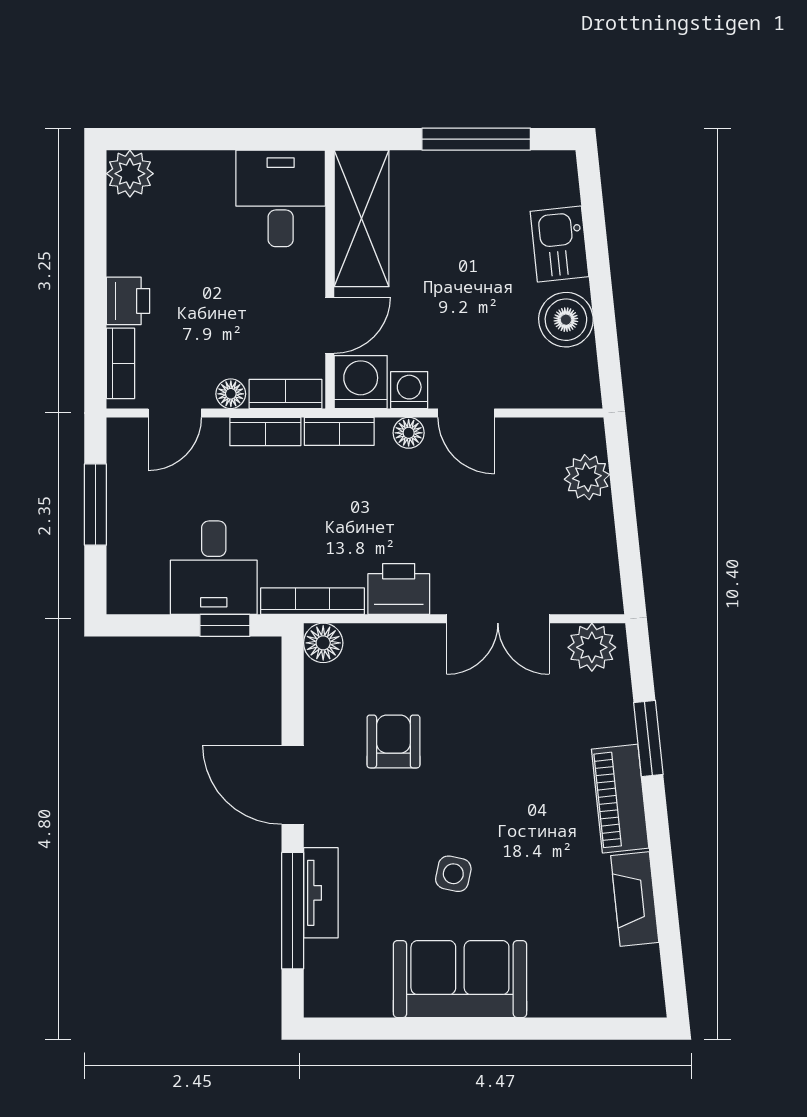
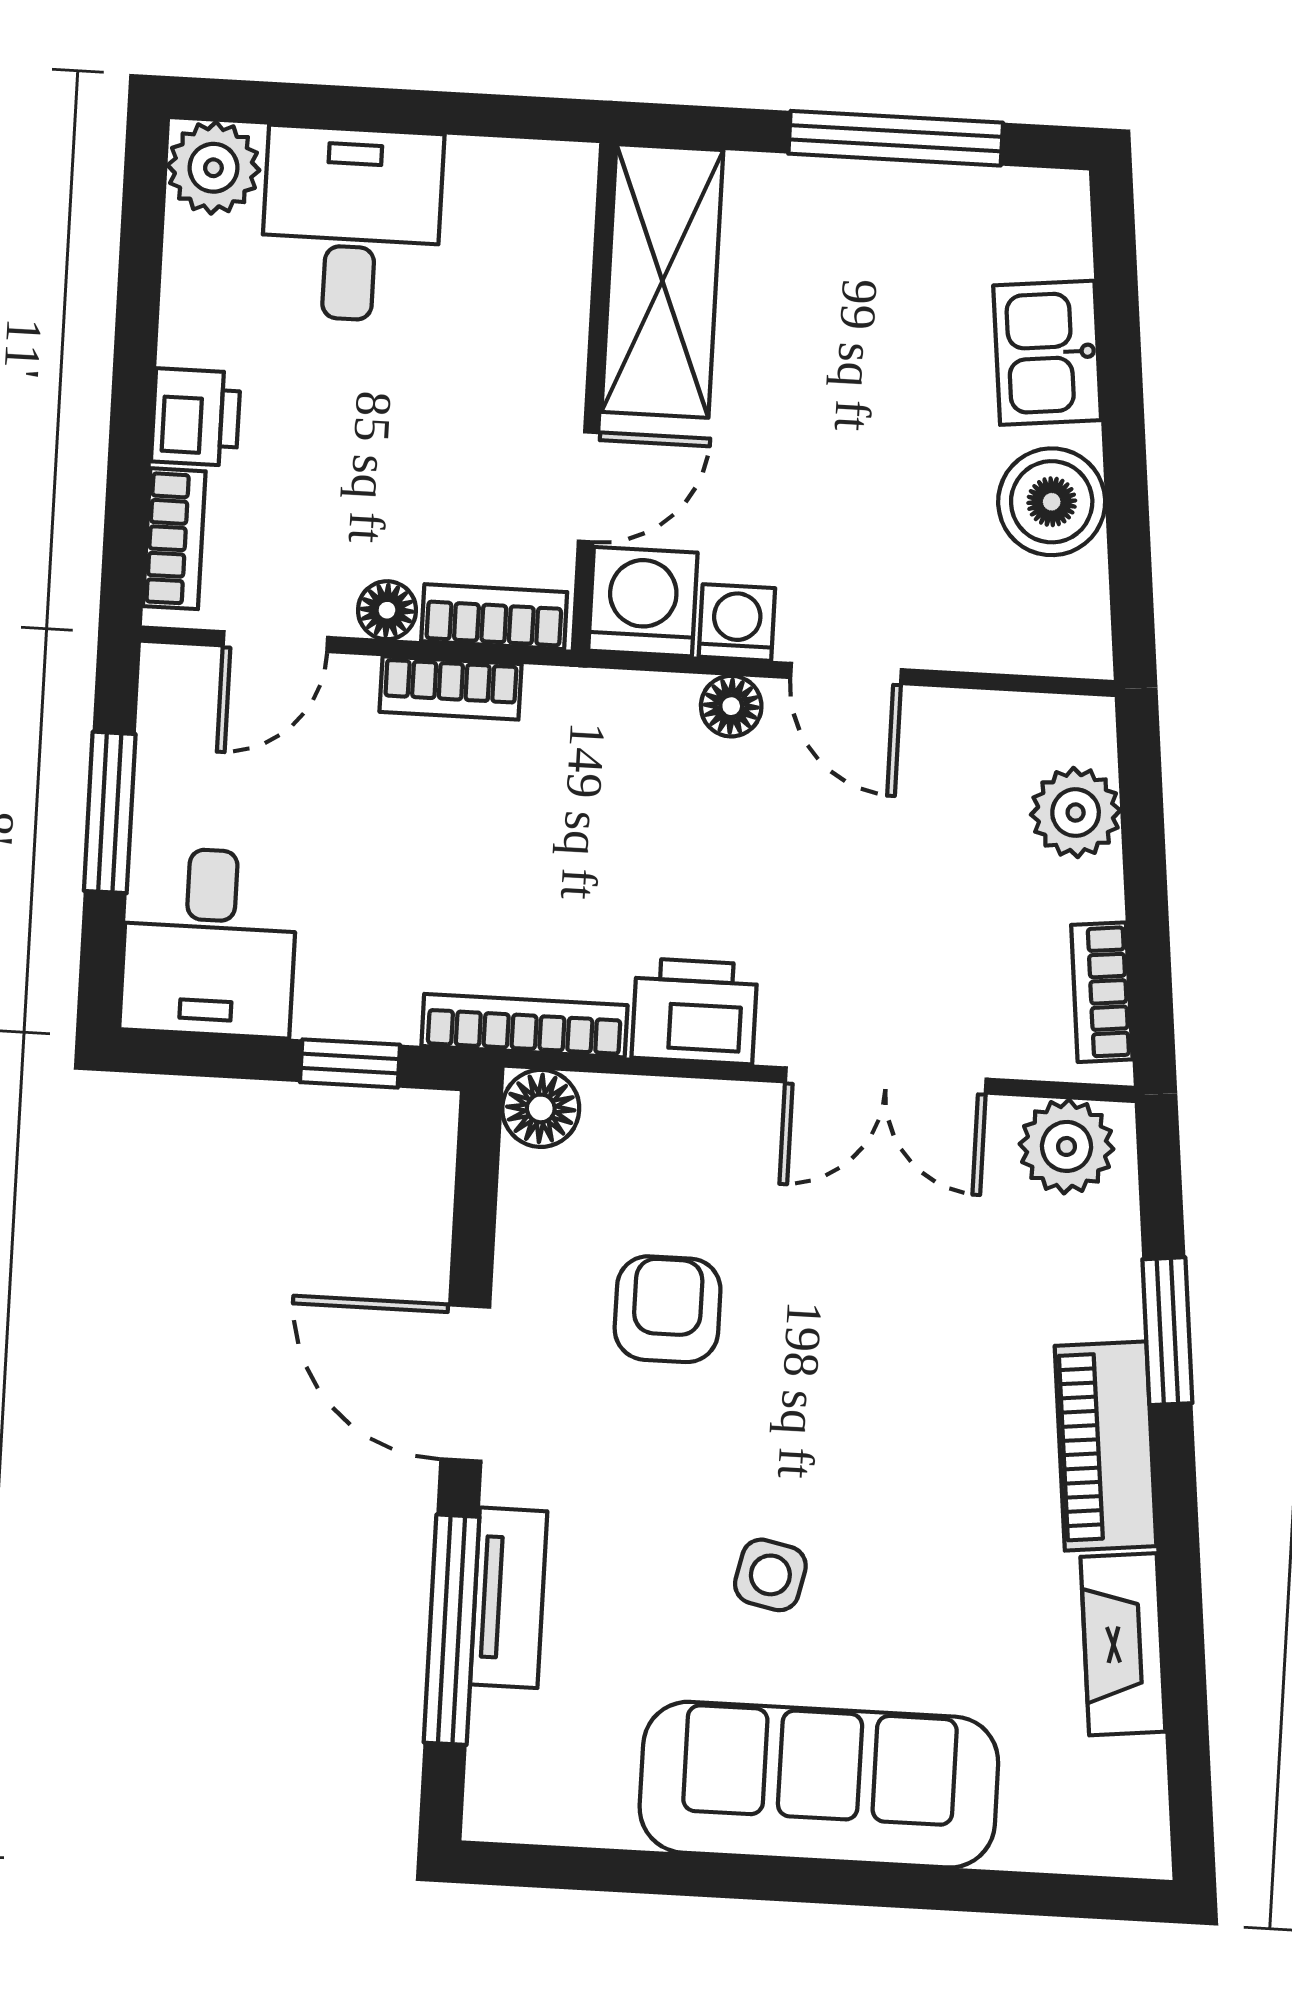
desk: (281, 198) -> (351, 224), moved
bookcase: (339, 431) -> (1102, 992), moved, turned 84
desk: (214, 568) -> (209, 942), moved
sofa: (460, 979) -> (819, 1785), width x1.36

